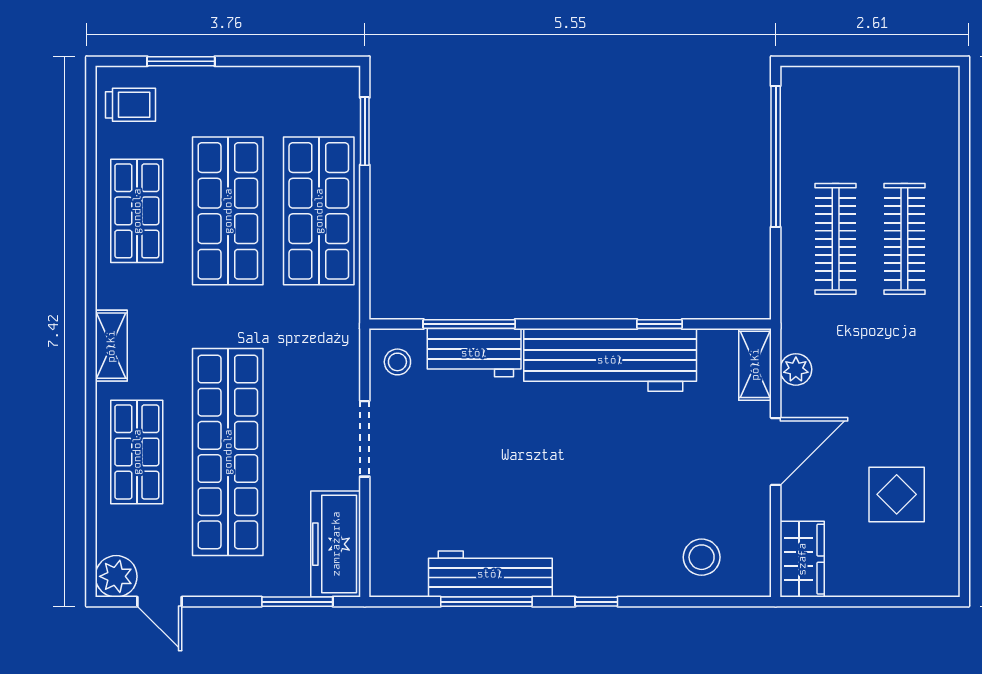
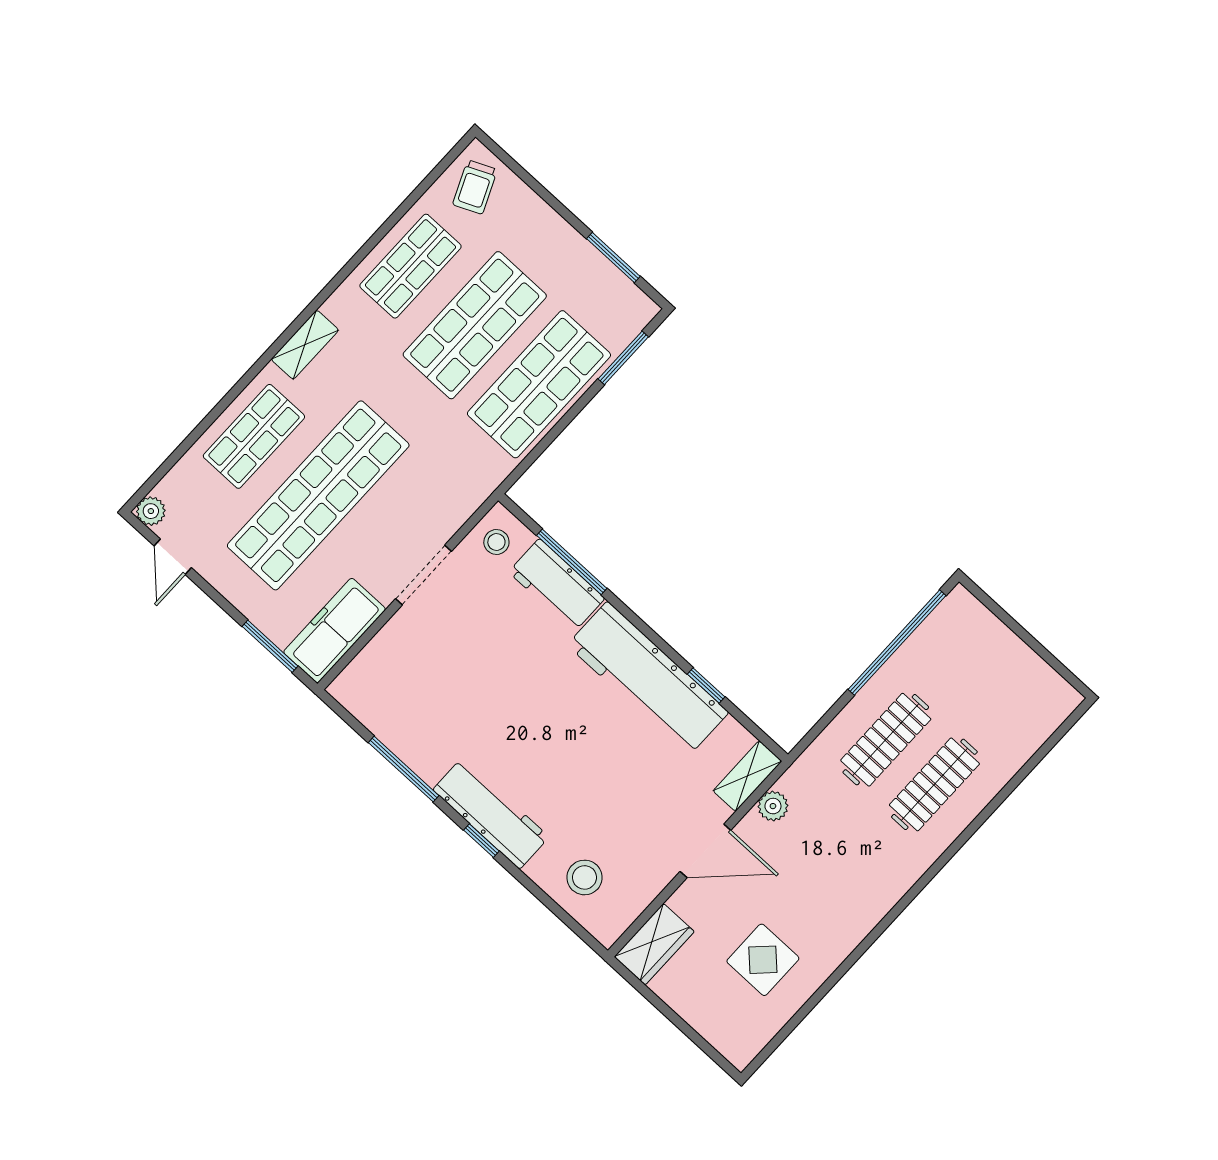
window: (181, 61) -> (613, 258), moved
trolley: (131, 105) -> (475, 187), turned 66
workbench: (490, 574) -> (491, 813), moved
plant: (116, 576) -> (151, 511), width x0.73, depth x0.73

